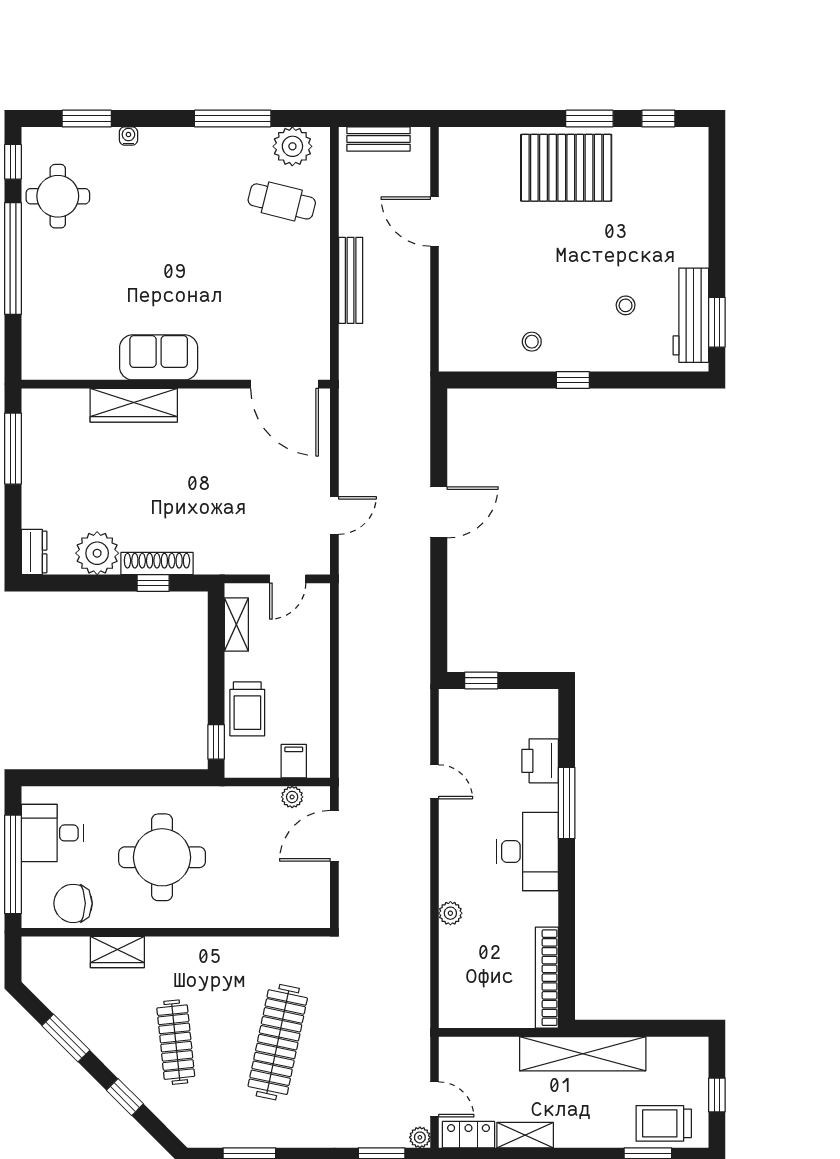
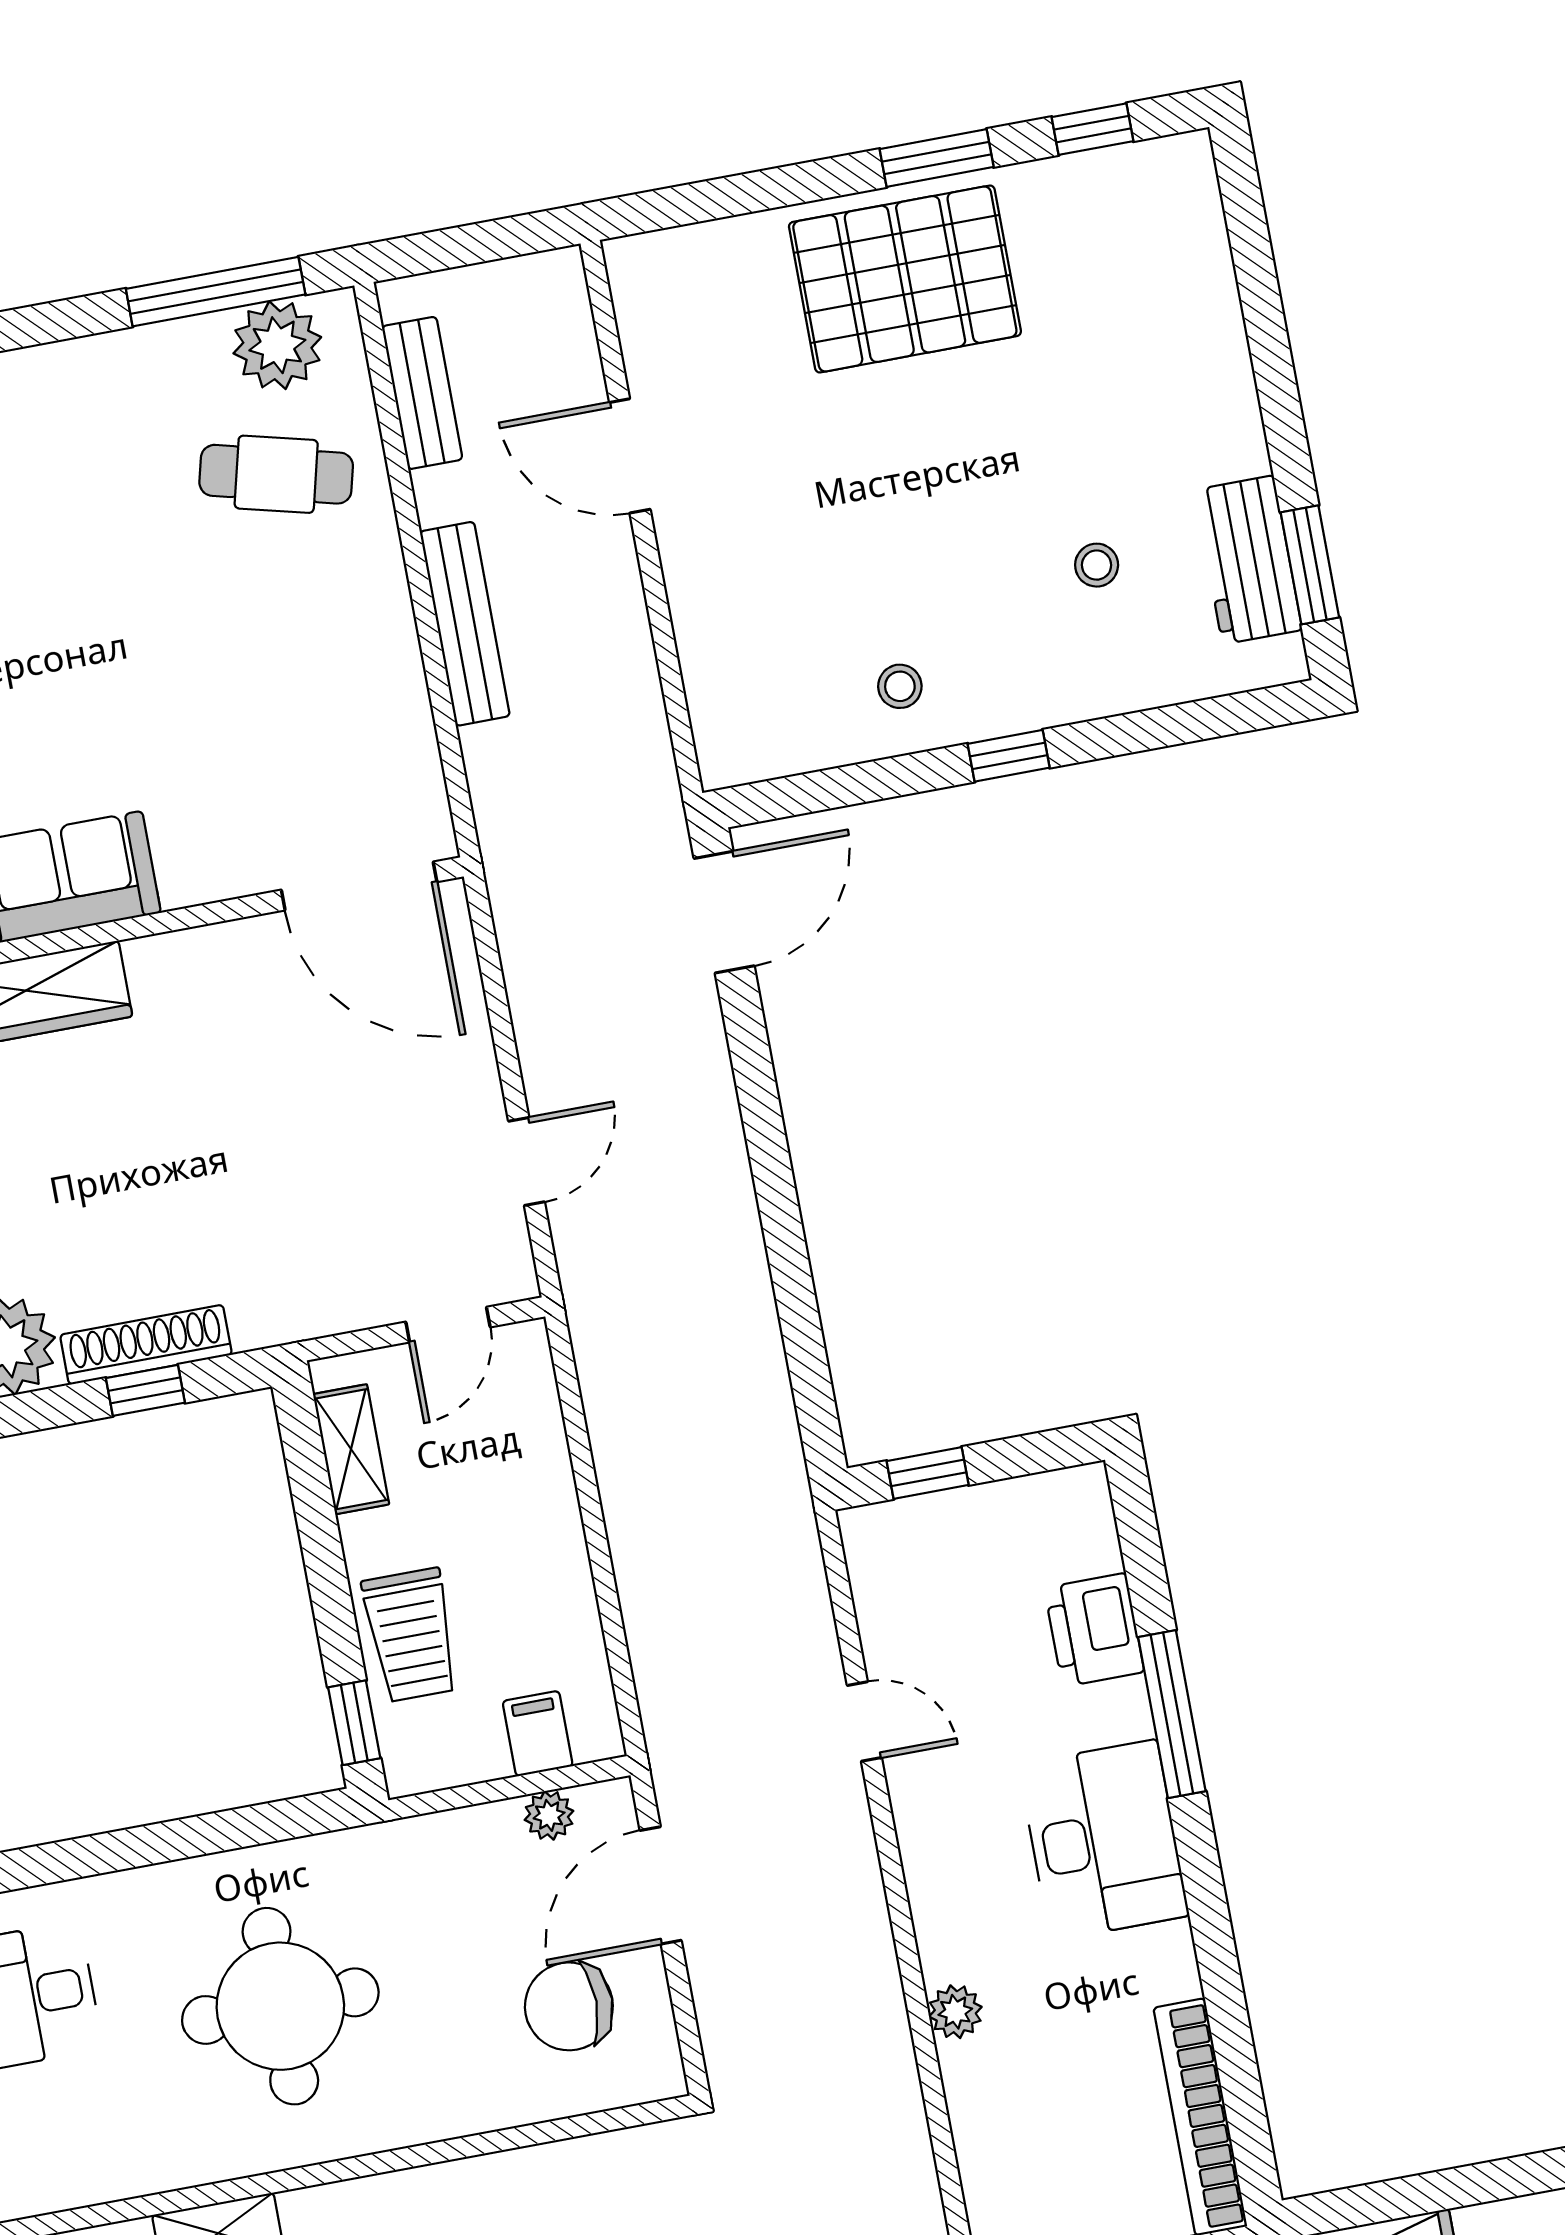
window: (233, 118) -> (216, 292), moved
bench: (378, 139) -> (422, 393), moved, turned 90
workbench: (691, 315) -> (1248, 560), width x0.73
door: (439, 512) -> (724, 912), moved
chair: (73, 903) -> (569, 2006), moved

